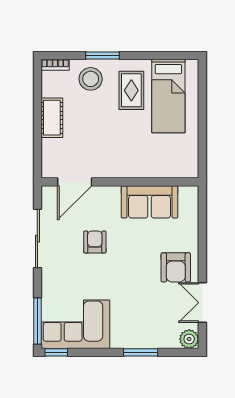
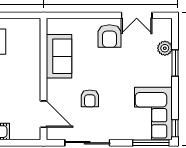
armchair: (95, 242) -> (90, 98), turned -90
armchair: (176, 267) -> (109, 36), turned 90
plant: (189, 339) -> (165, 48), moved

